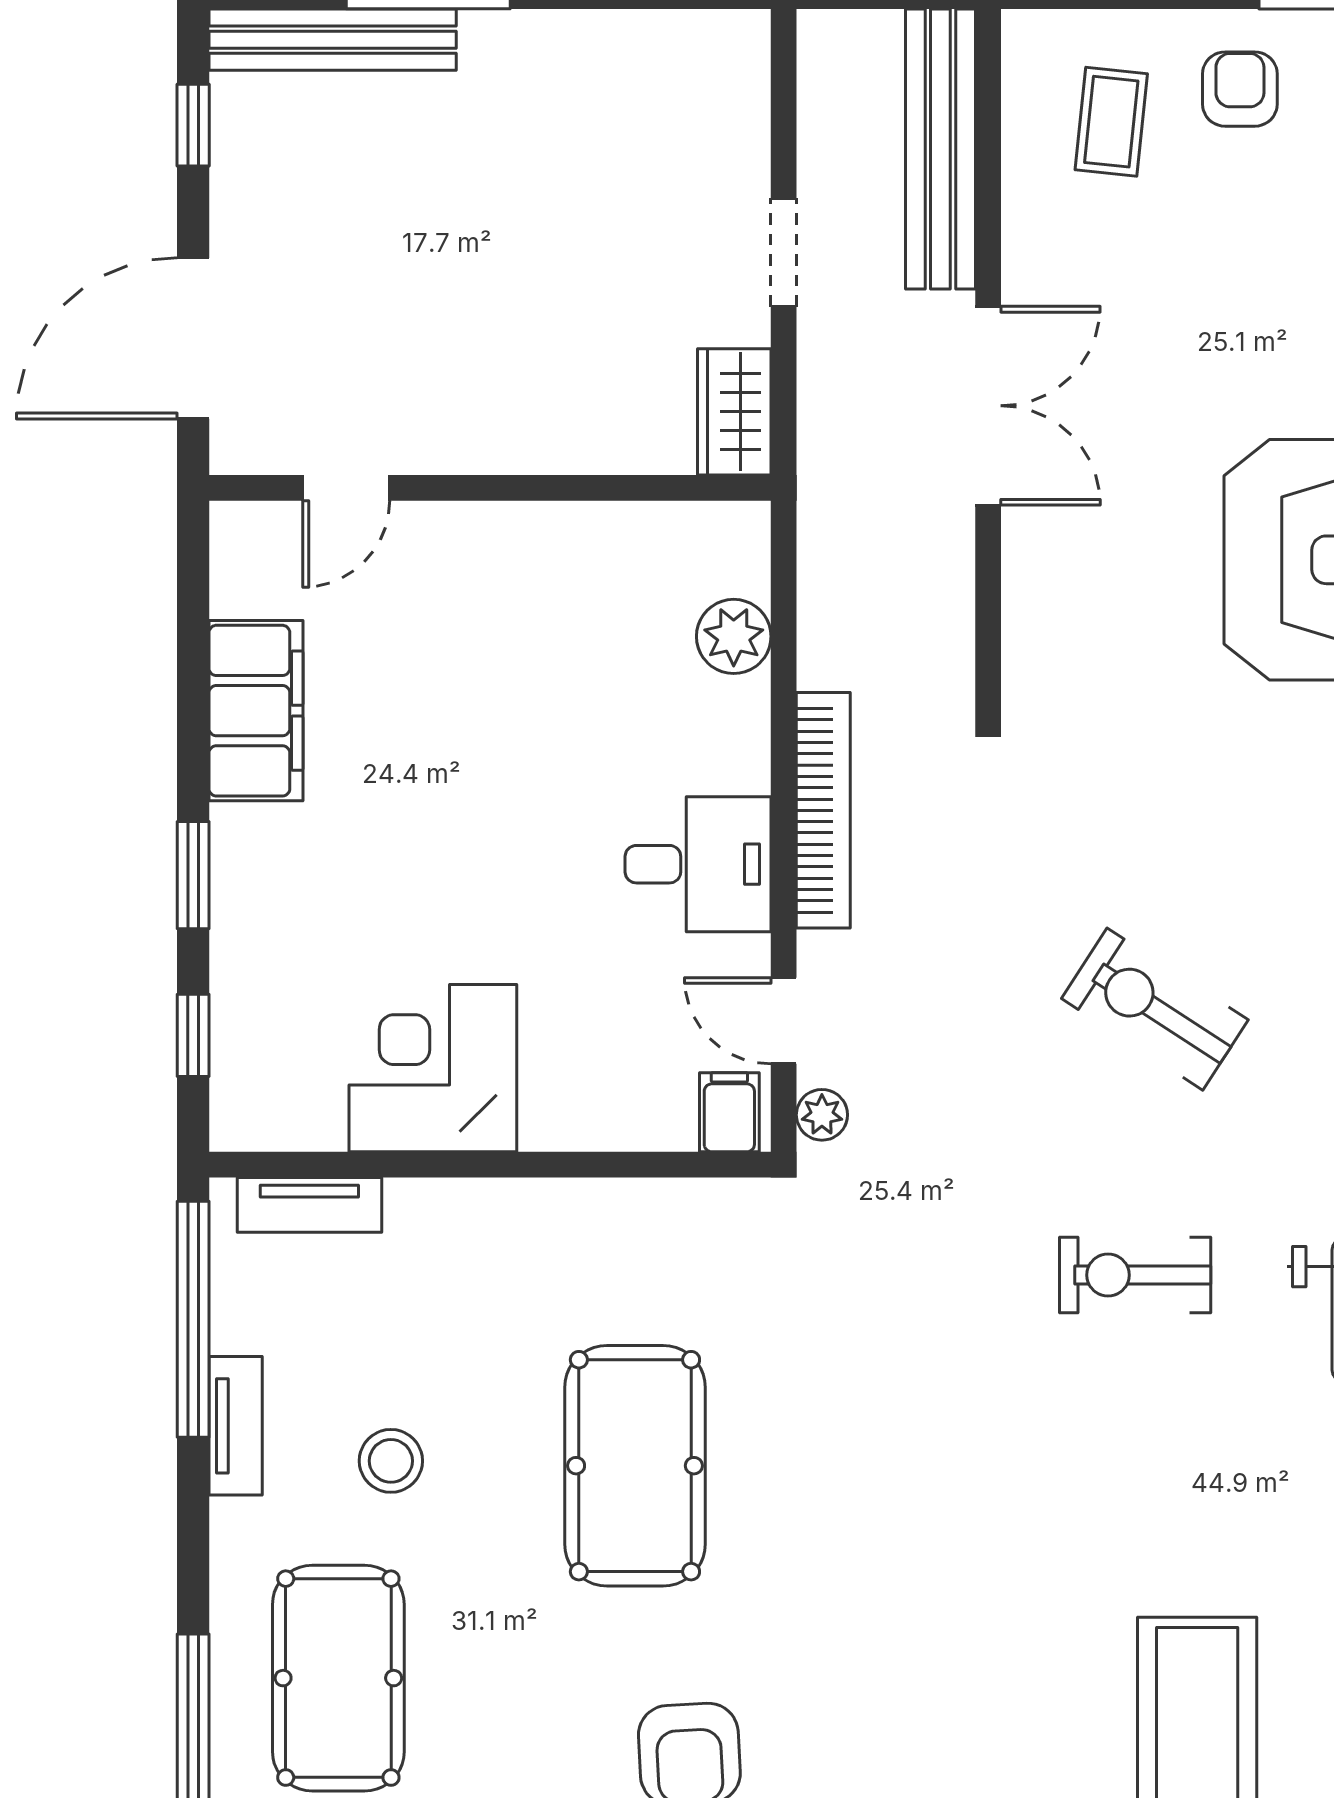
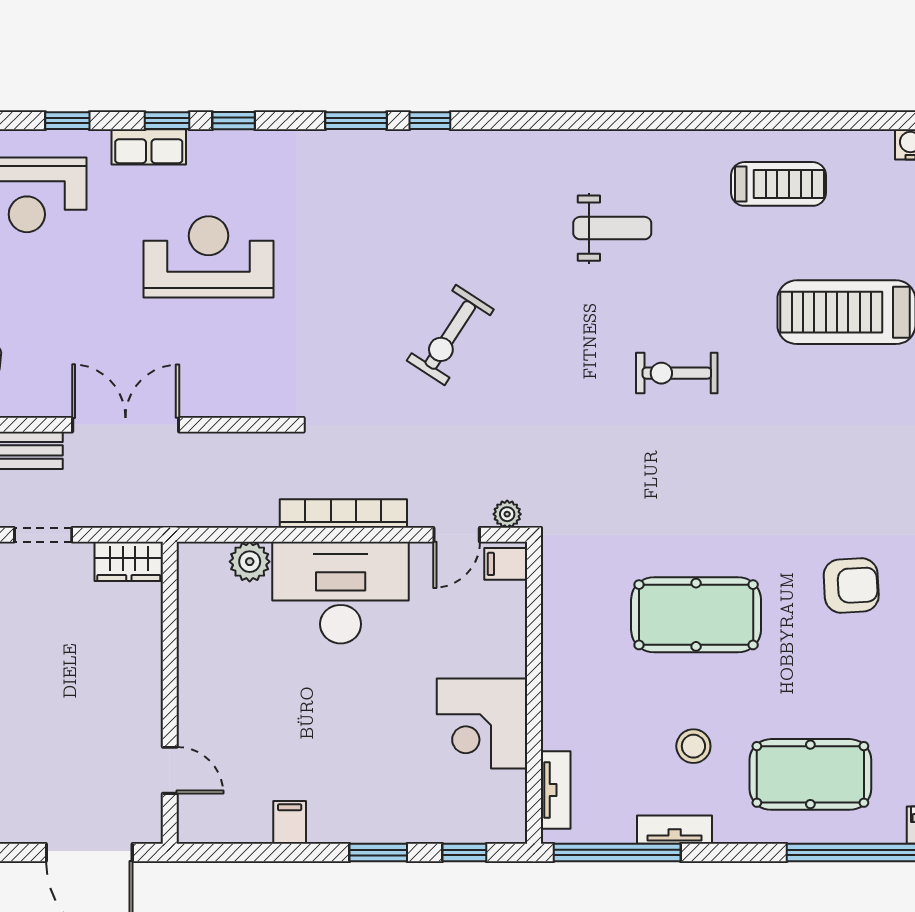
filing cabinet: (256, 711) -> (290, 822), width x0.33, depth x0.86
desk: (698, 864) -> (341, 593), width x1.87, depth x1.30
exercise bike: (1135, 1275) -> (677, 373), moved, turned 90

